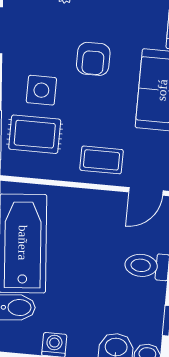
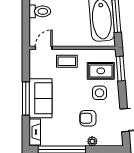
armchair: (93, 59) -> (88, 118), moved, turned -90

